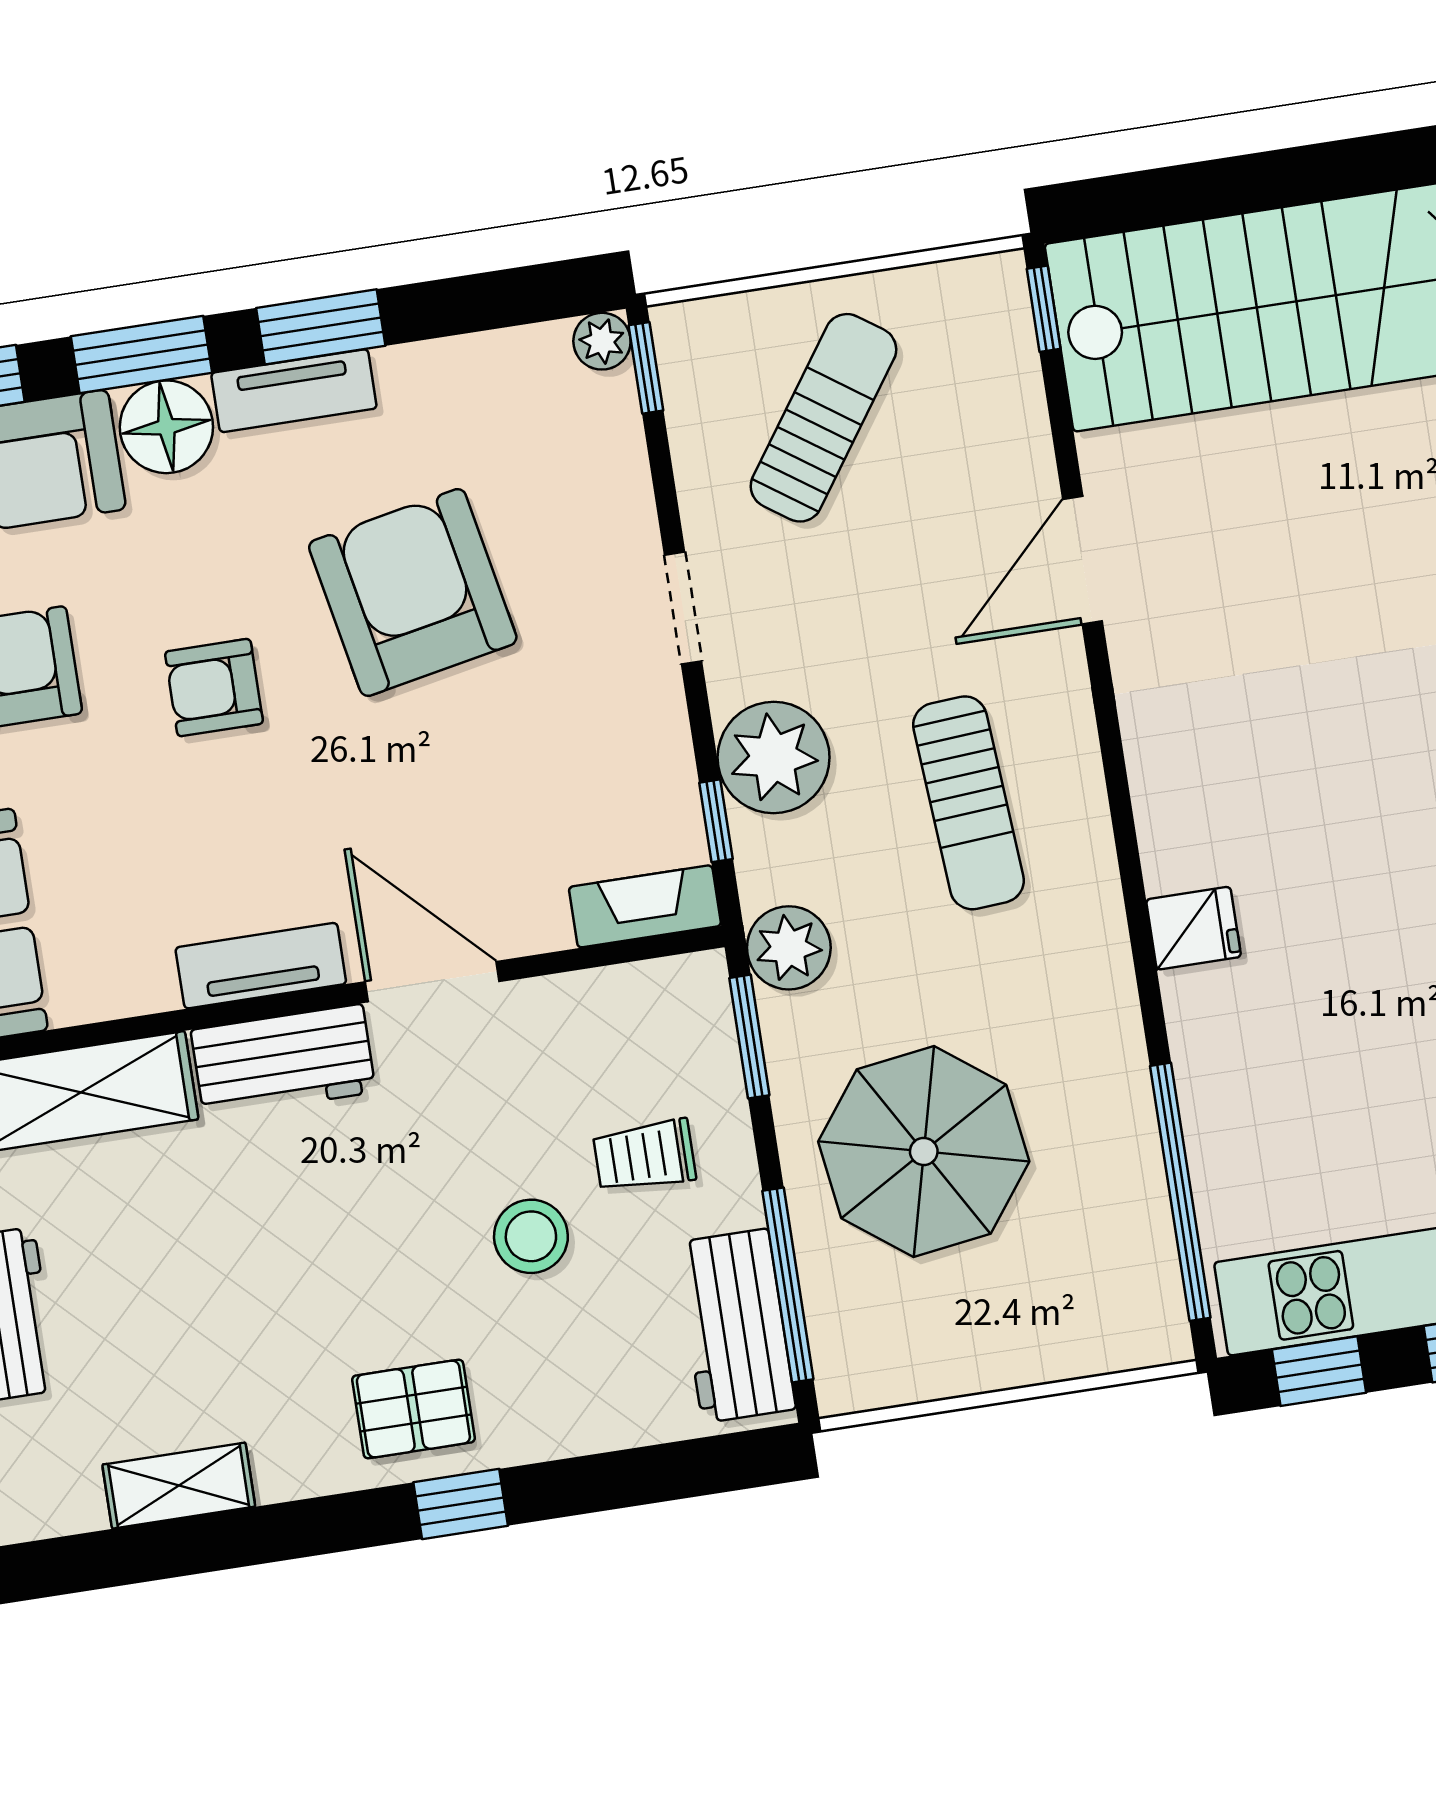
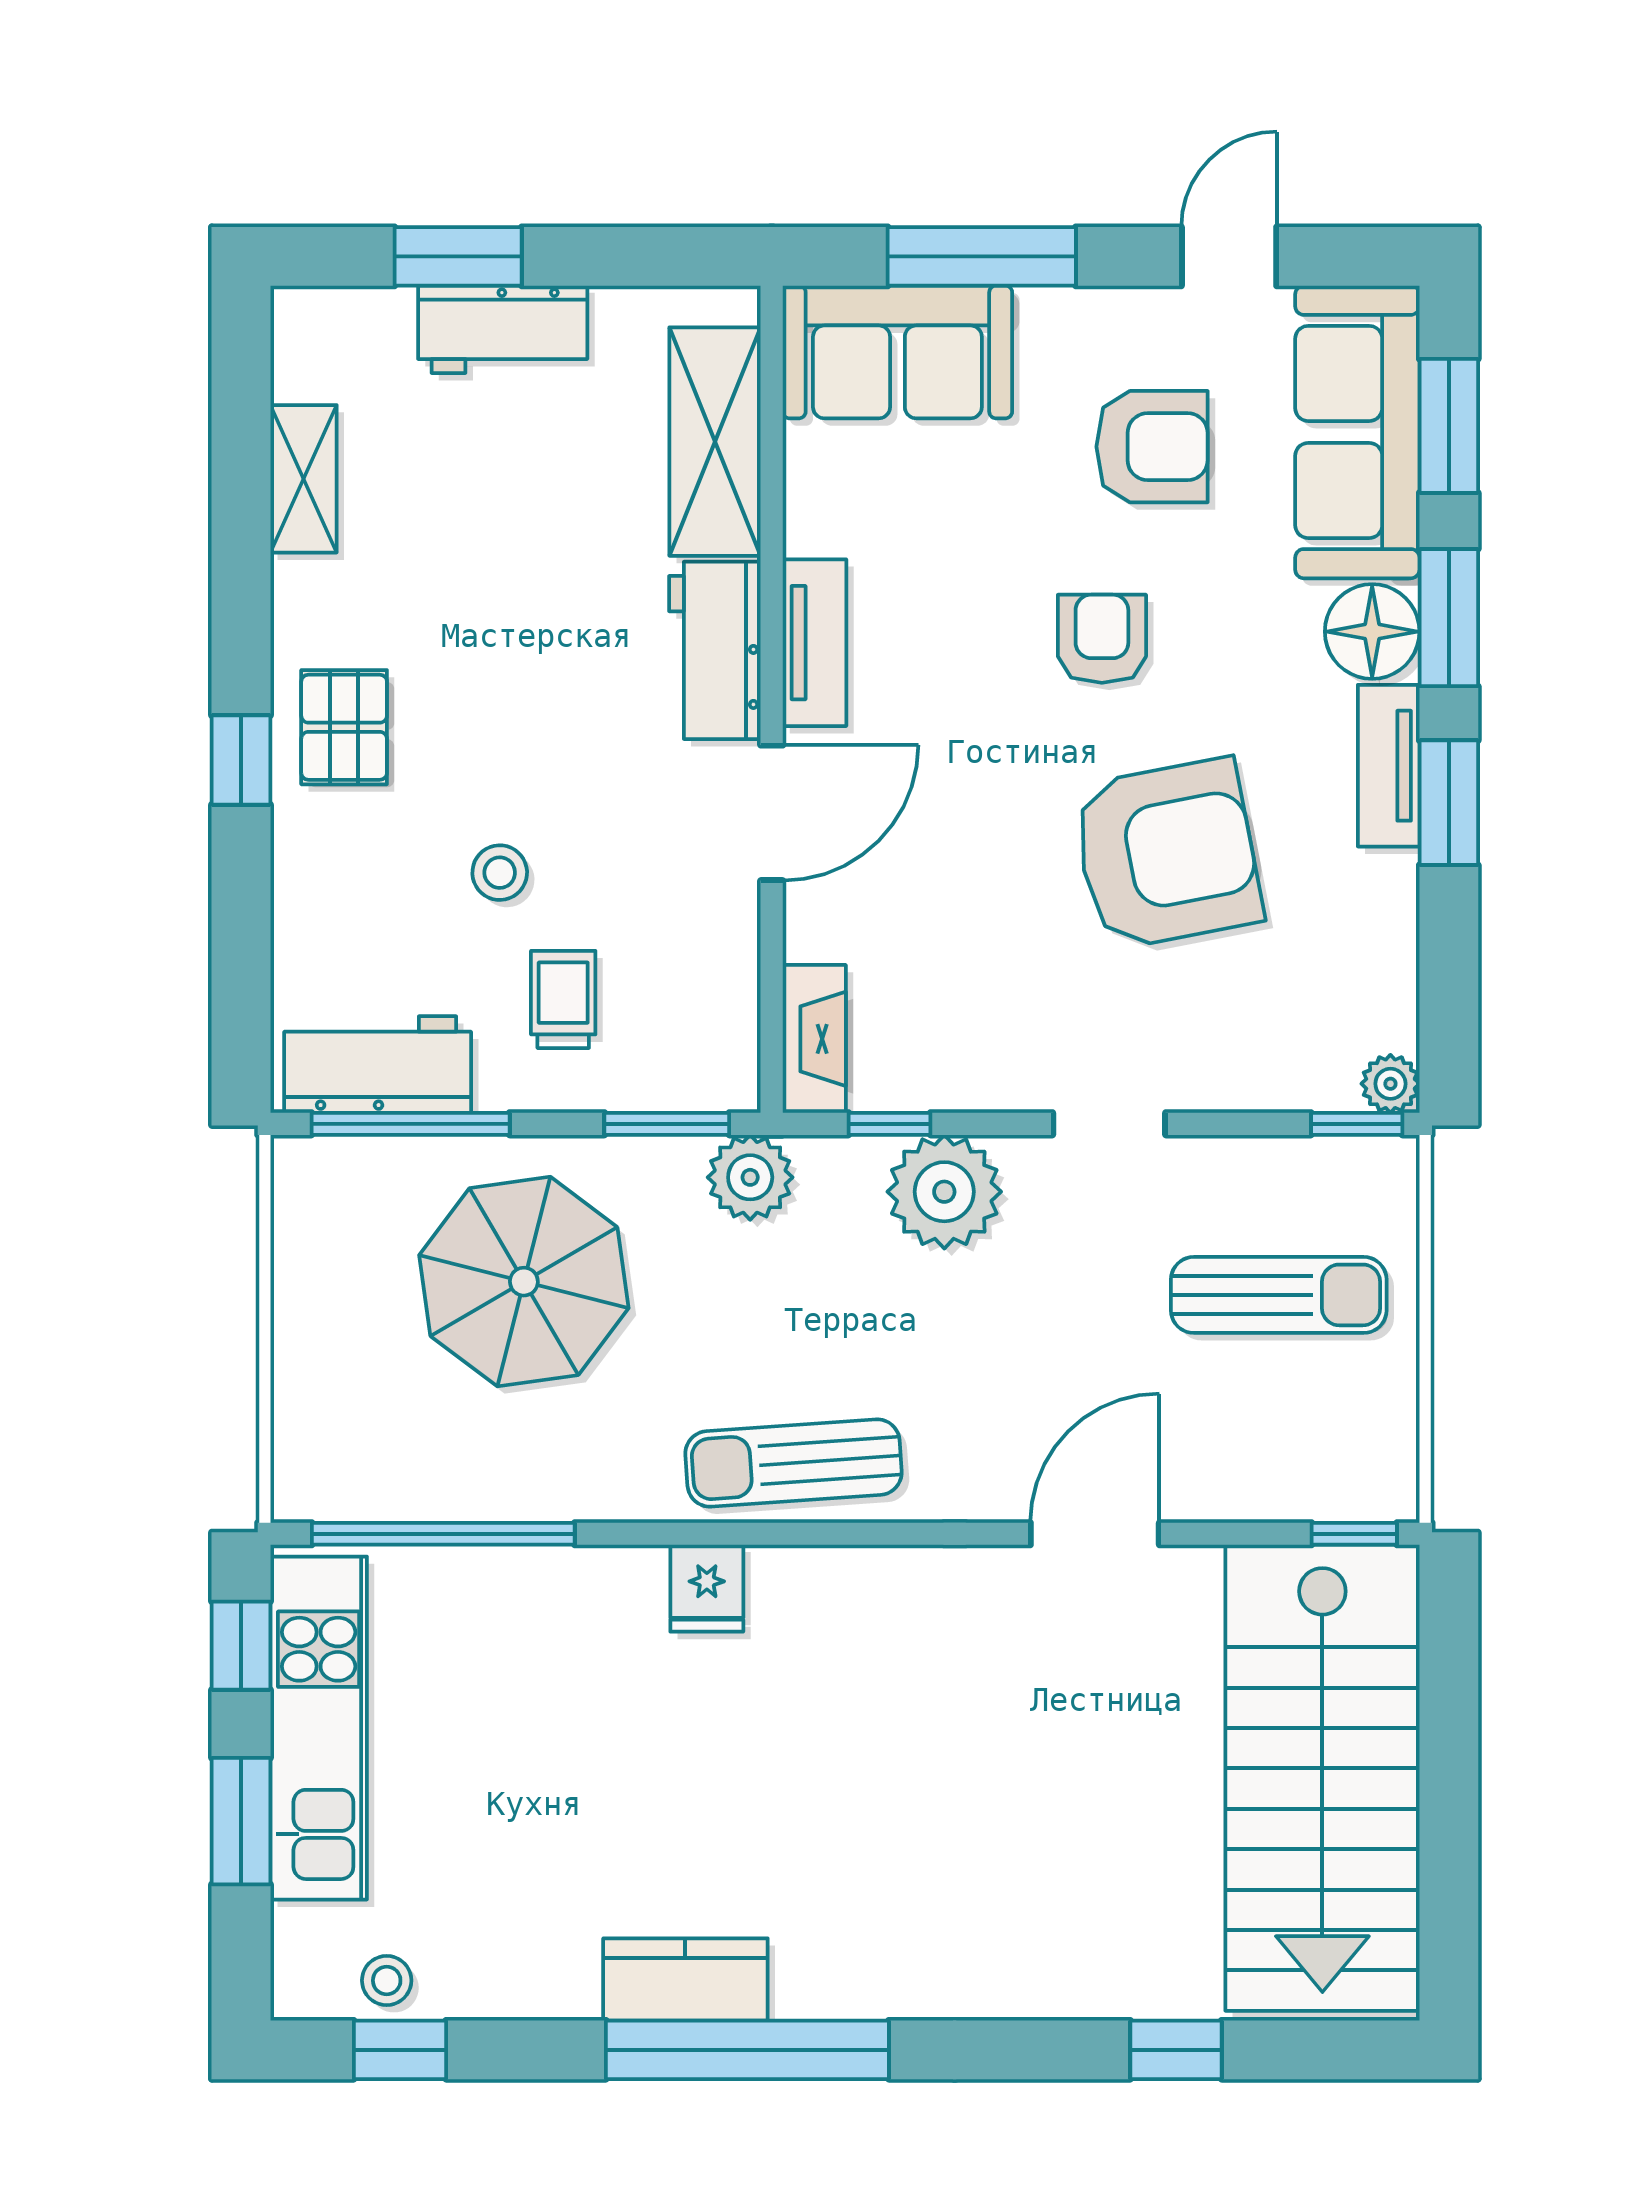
sun lounger: (823, 418) -> (1279, 1295), turned -35
door: (1083, 560) -> (1095, 1534), hinge flipped
sun lounger: (968, 803) -> (794, 1463), moved
stool: (531, 1236) -> (500, 873), width x0.73, depth x0.73

